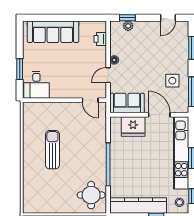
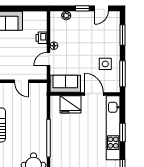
window: (127, 18) -> (82, 8), moved
printer: (100, 39) -> (42, 38), moved
door: (90, 100) -> (22, 81), moved

